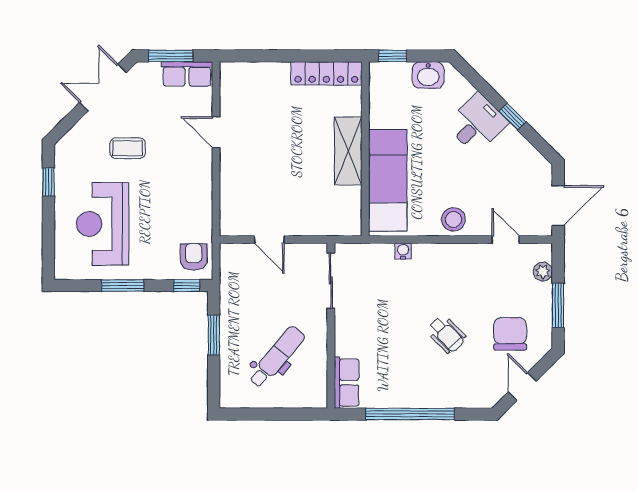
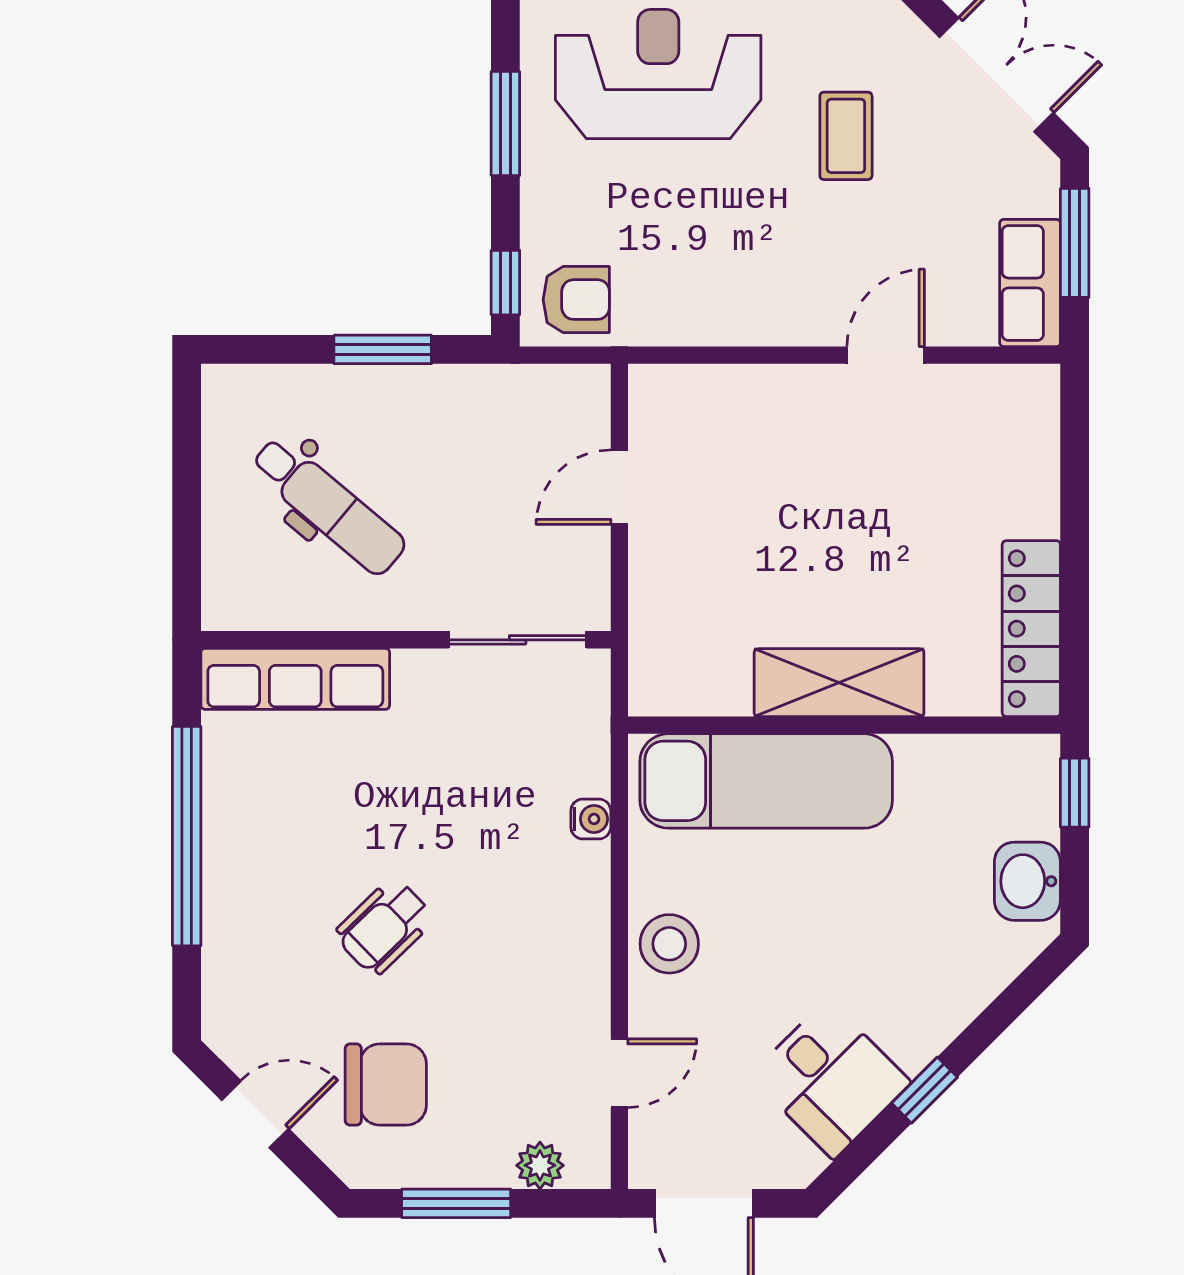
desk: (477, 124) -> (830, 1079), moved
row of seats: (347, 383) -> (295, 679), width x1.48

